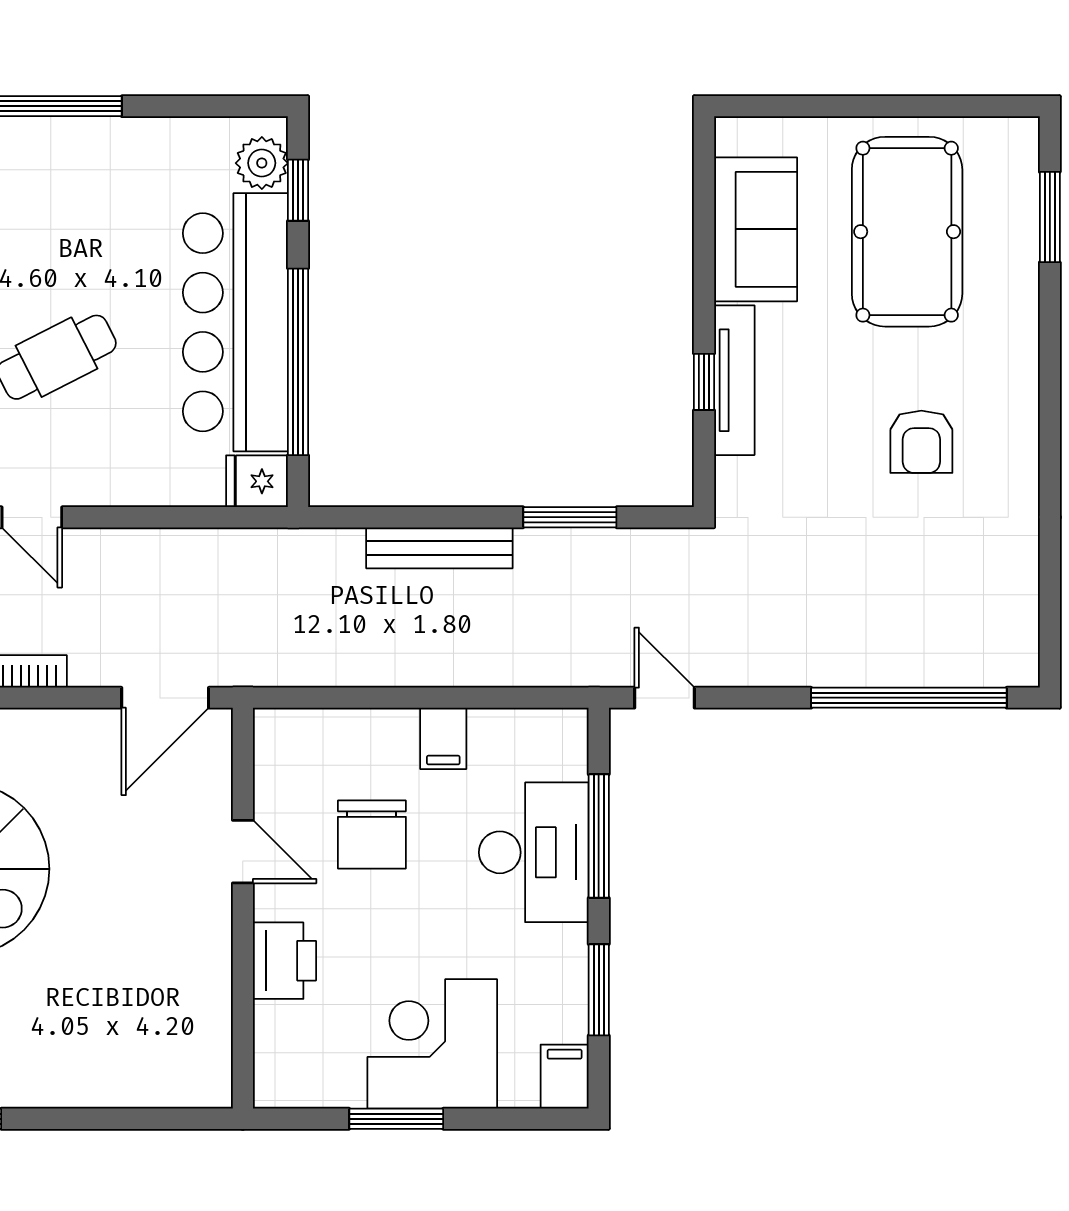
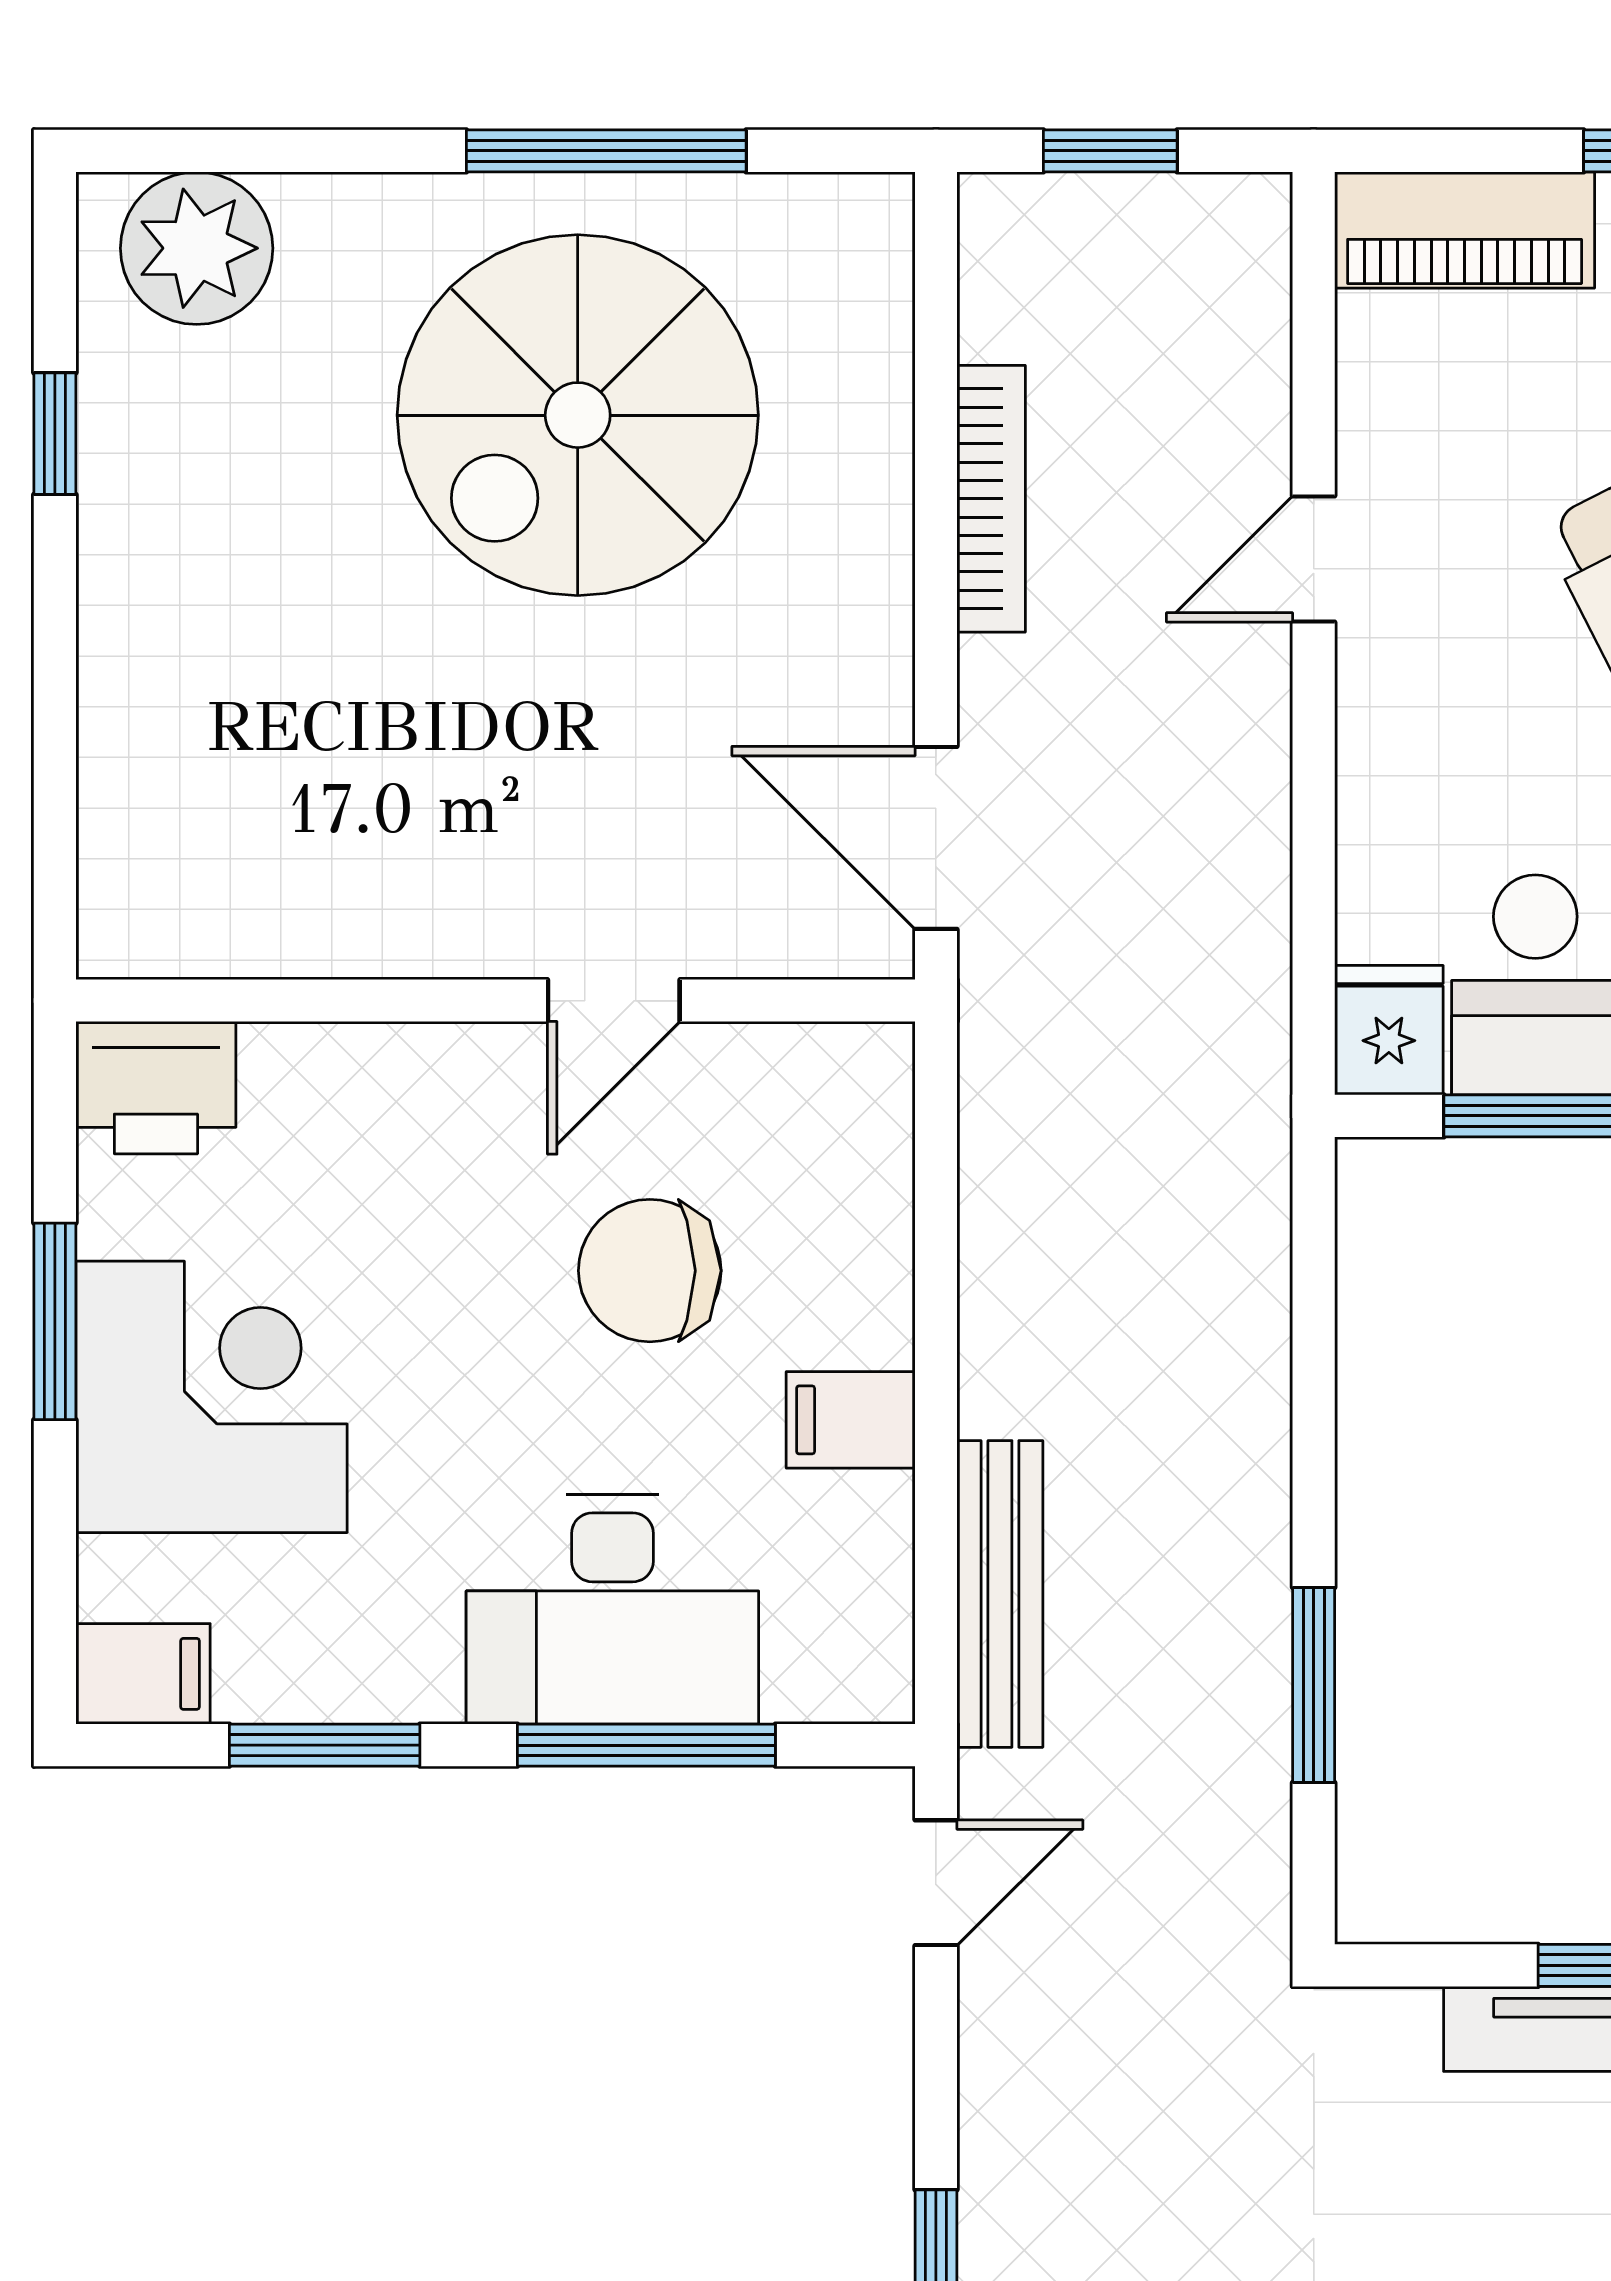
bench: (439, 548) -> (1000, 1594), moved
printer: (284, 961) -> (156, 1088), moved

